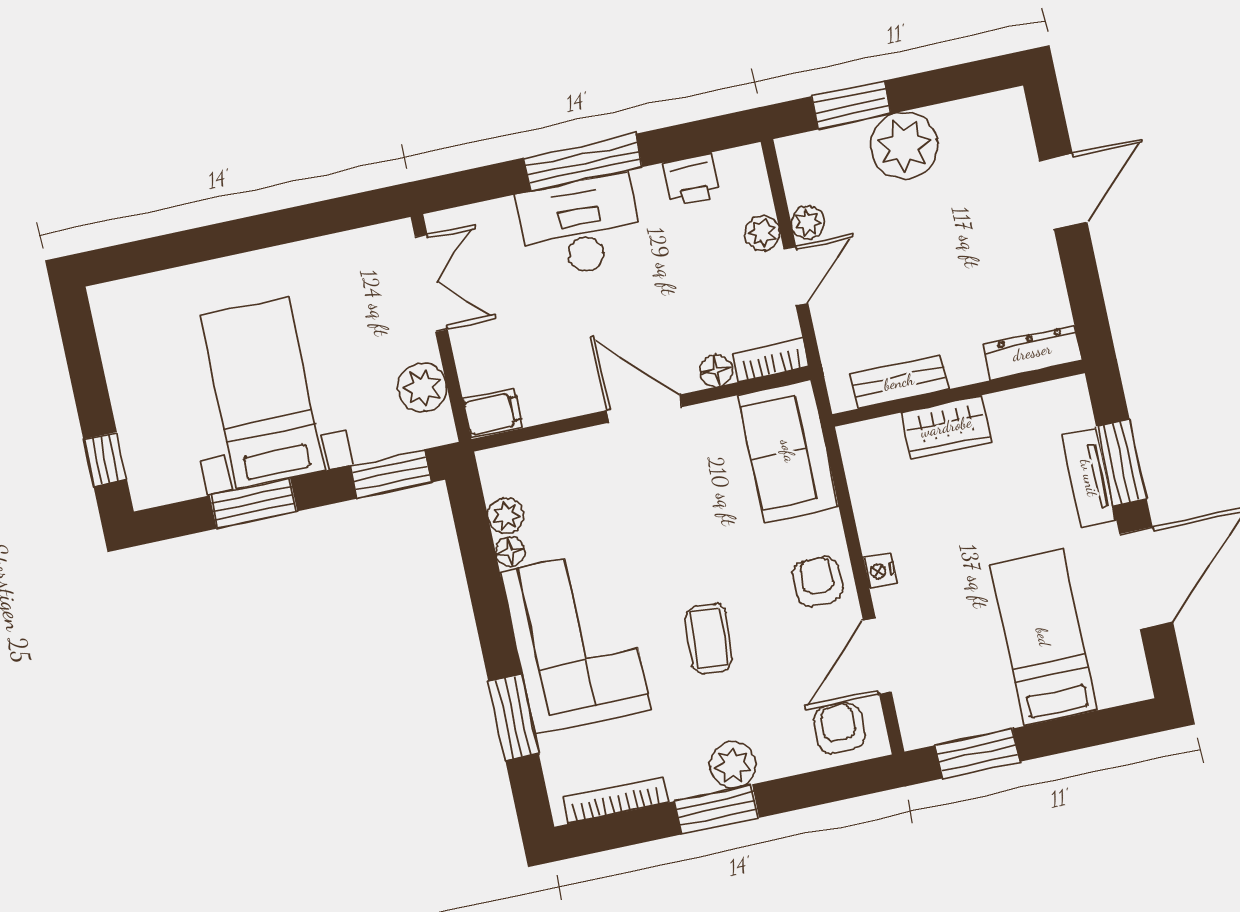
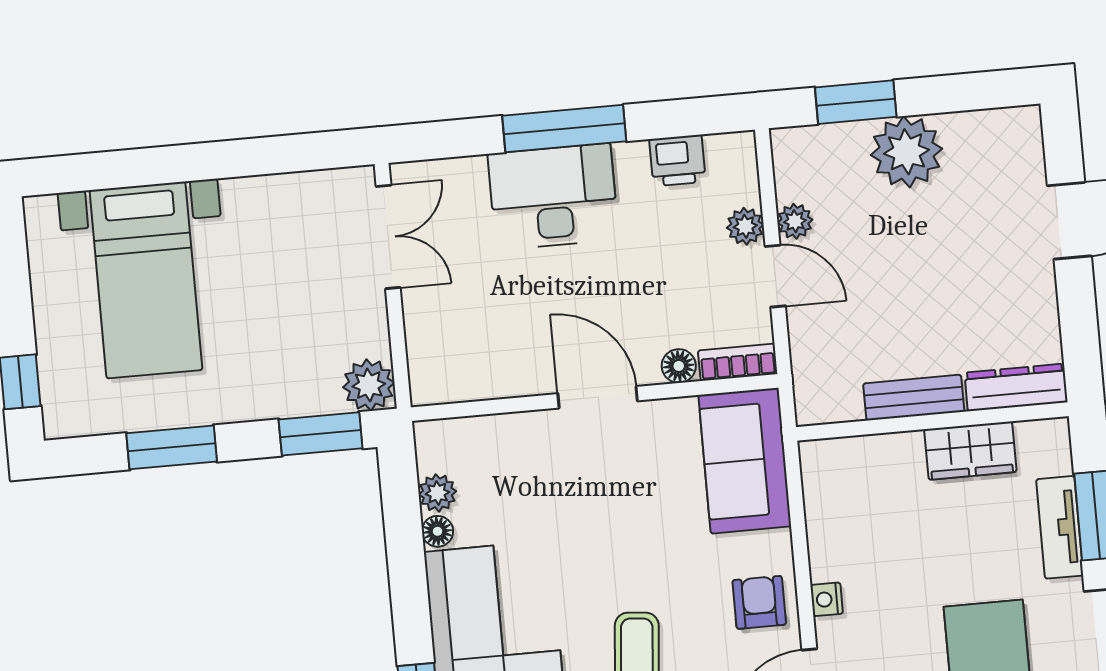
door: (796, 276) -> (775, 276), hinge flipped
bench: (899, 382) -> (914, 398), moved
plant: (422, 387) -> (369, 385), moved
bed with nightstands: (262, 393) -> (146, 280), moved, turned 180
filing cabinet: (493, 413) -> (437, 383), removed
wardrobe: (946, 427) -> (970, 451), moved

